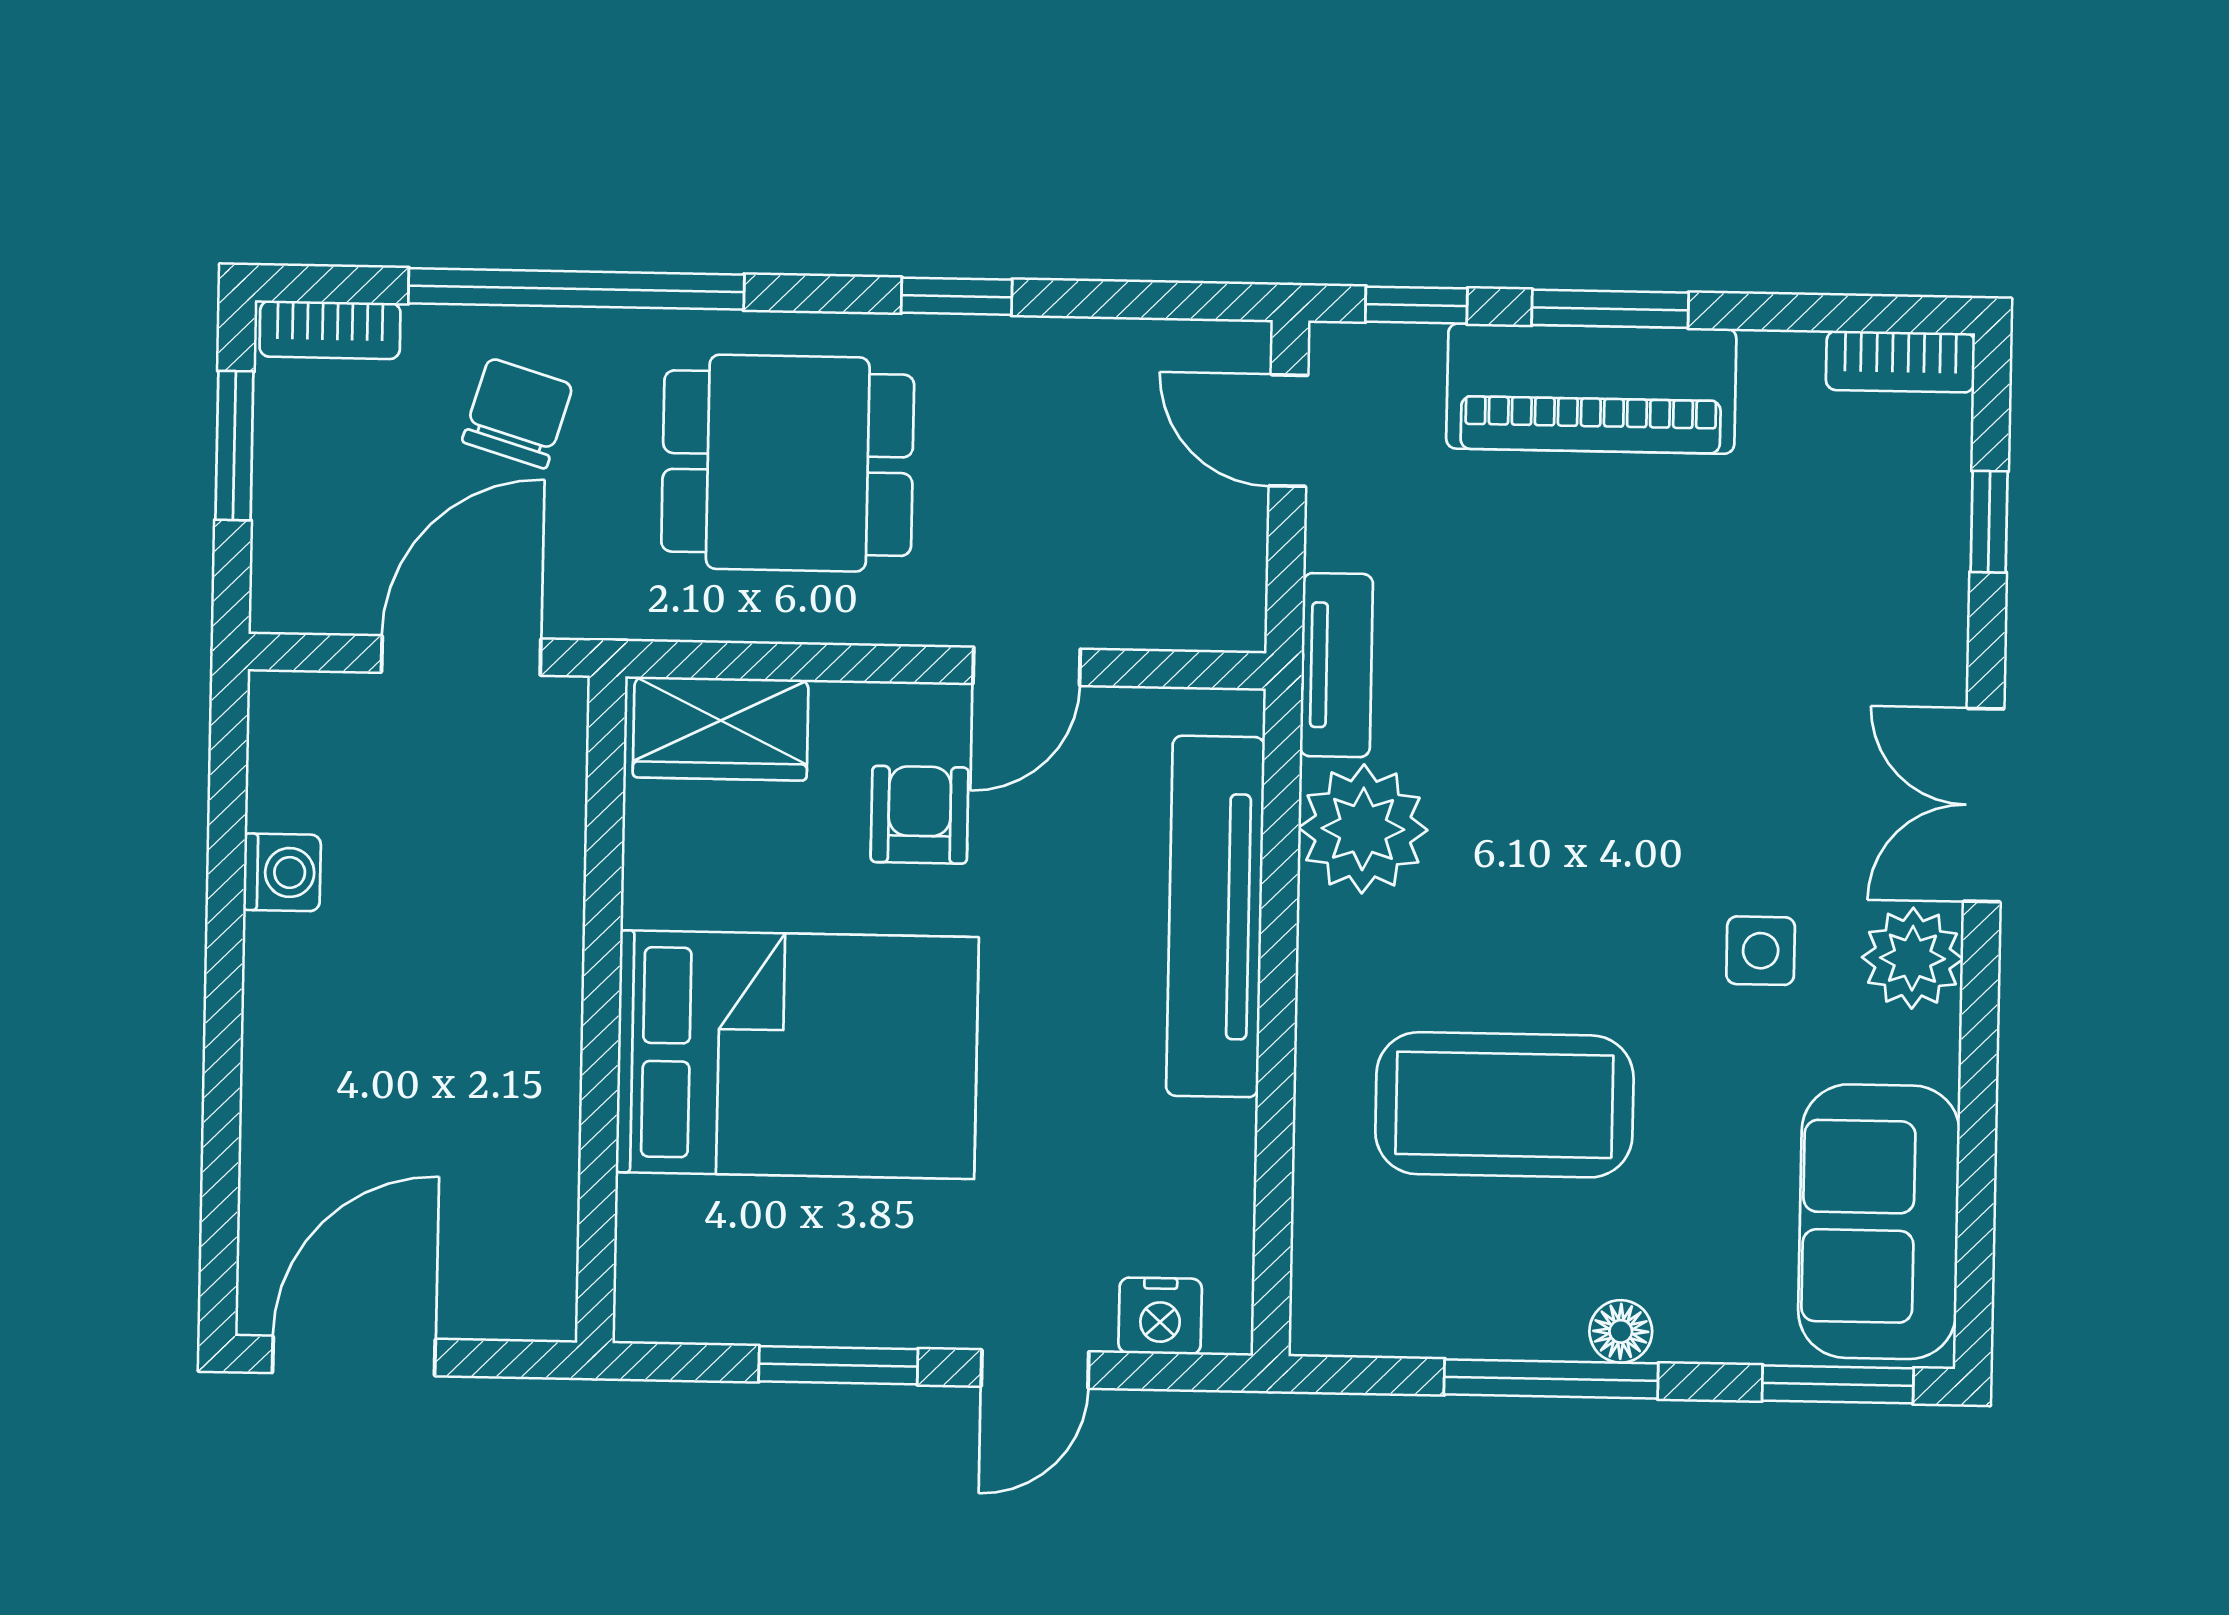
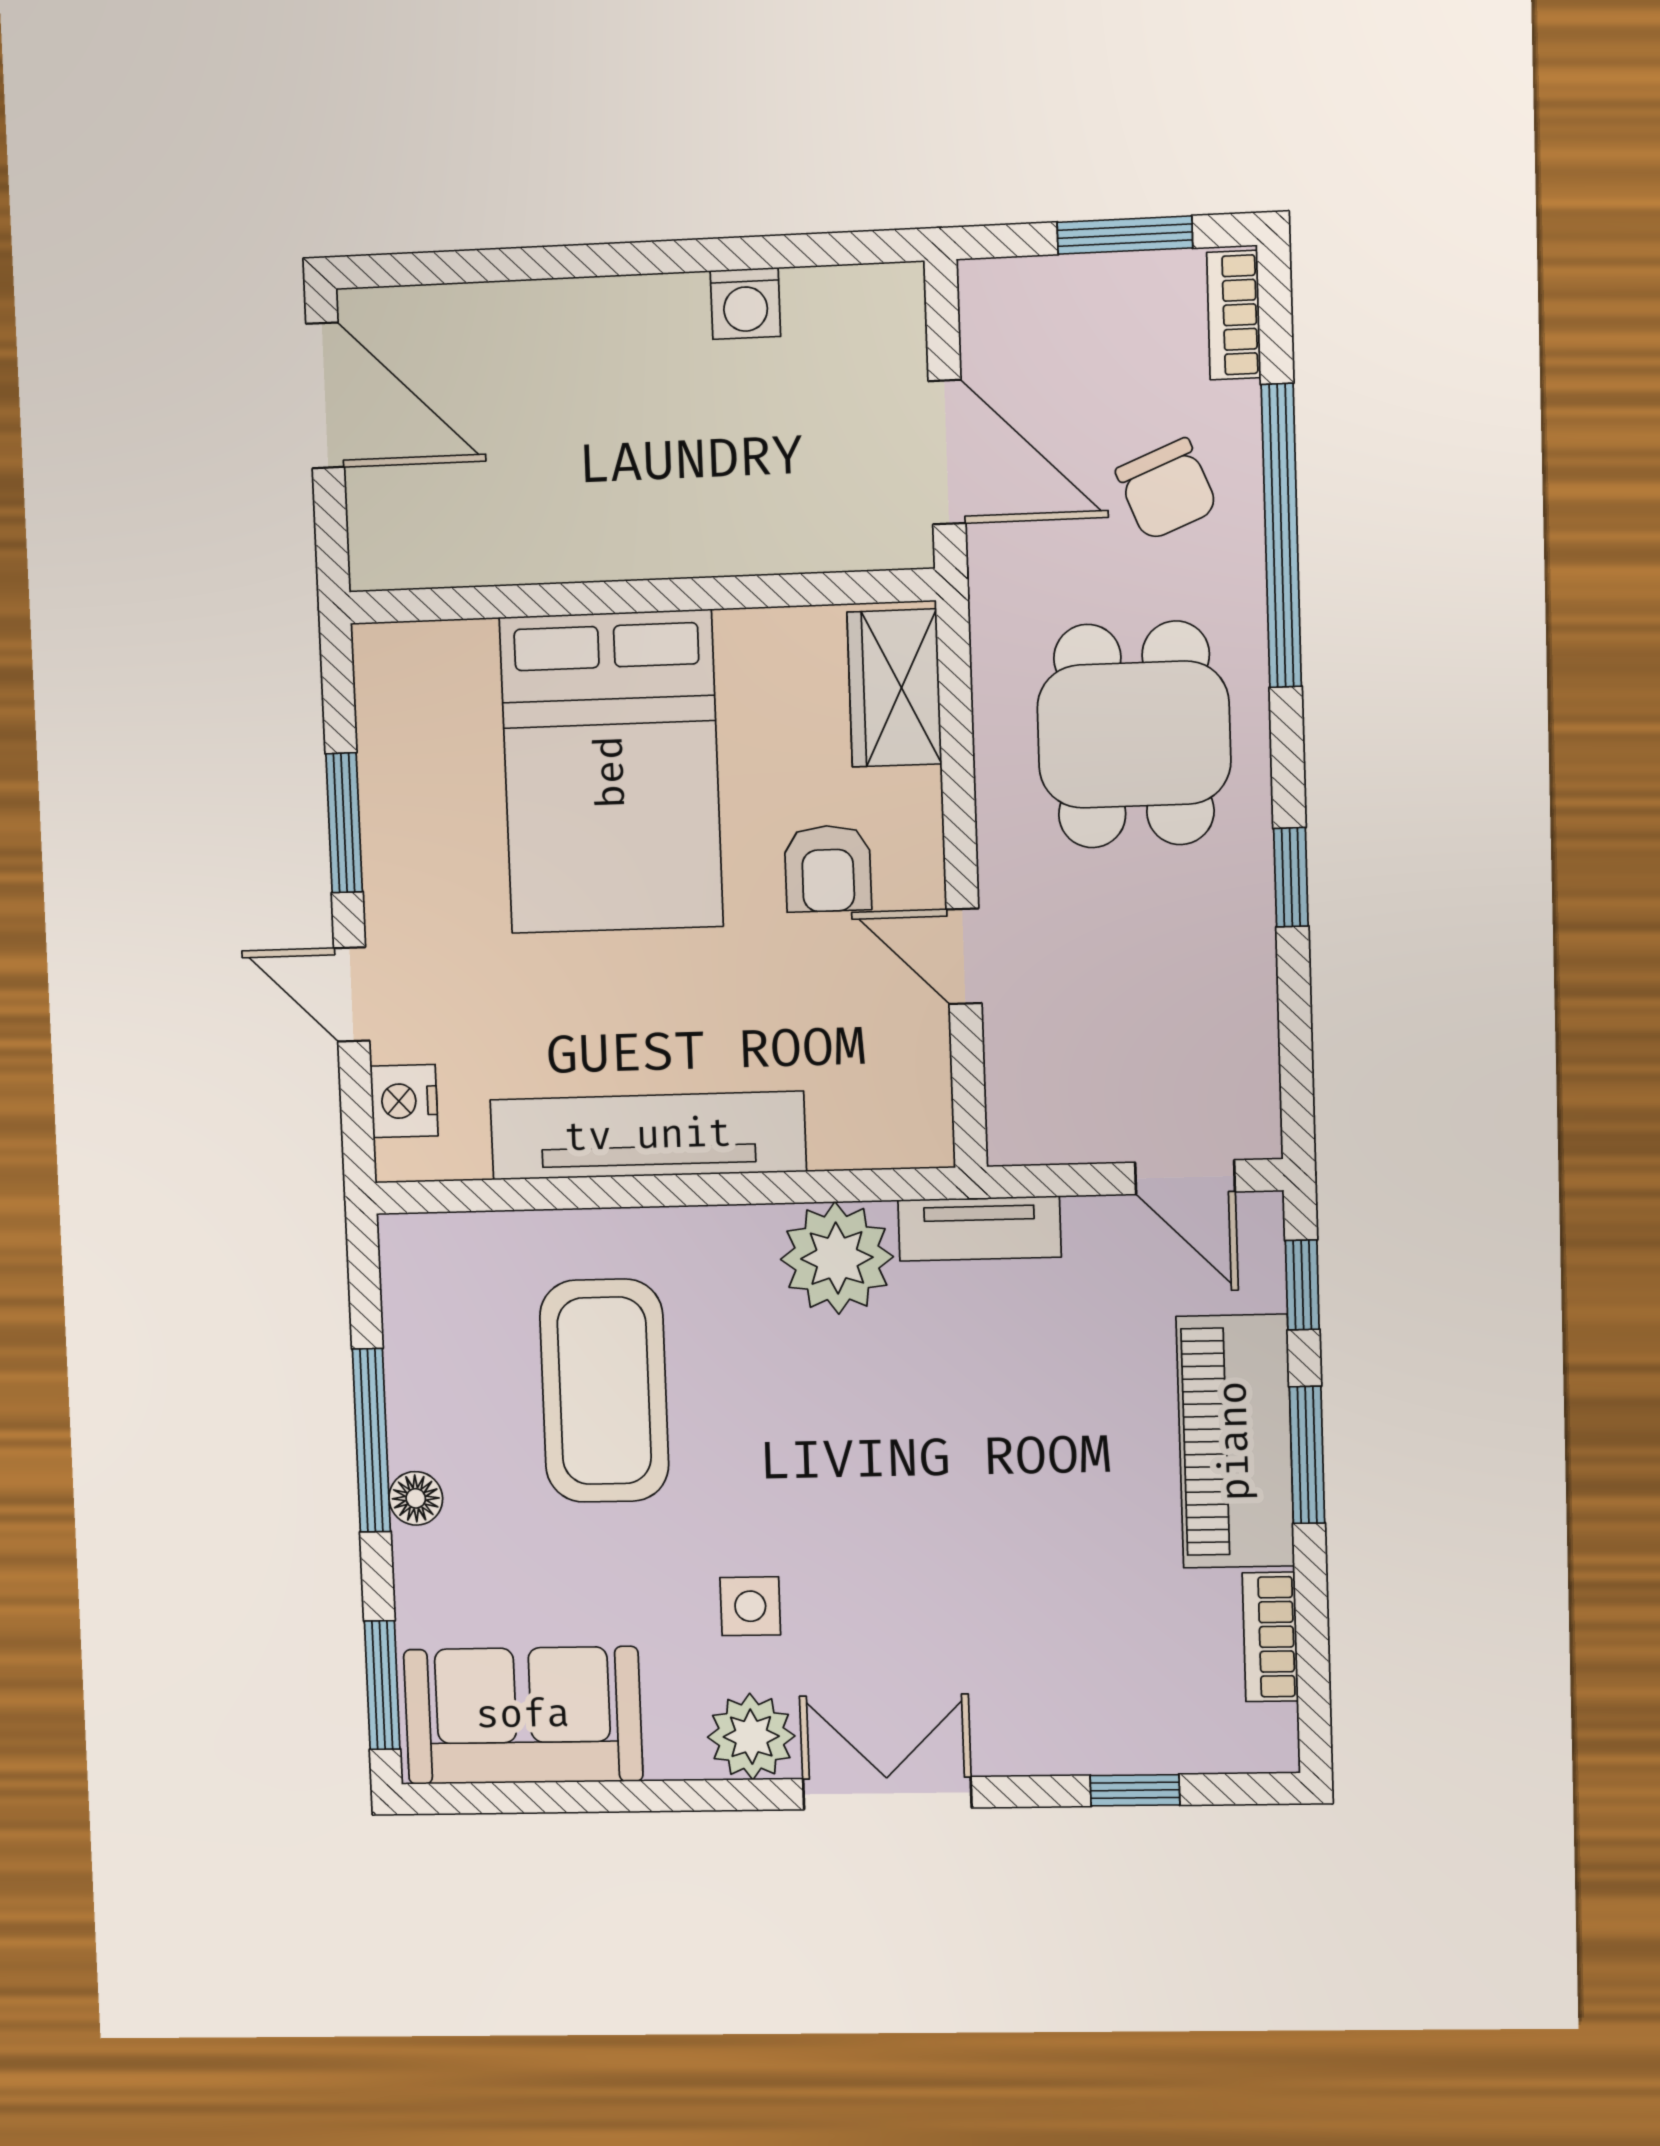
bookcase: (1900, 362) -> (1270, 1637), moved
chair: (517, 413) -> (1167, 489), turned 51
door: (1288, 431) -> (1185, 1177), swing flipped
armchair: (920, 815) -> (828, 869), turned 90
tv unit: (1215, 916) -> (648, 1136), moved

